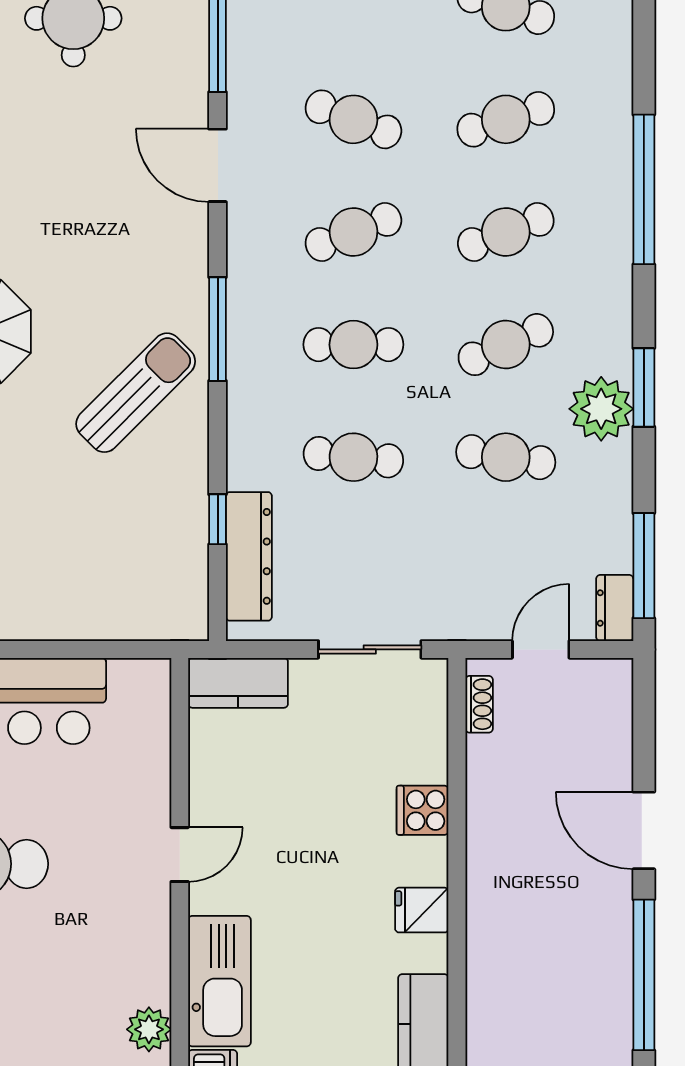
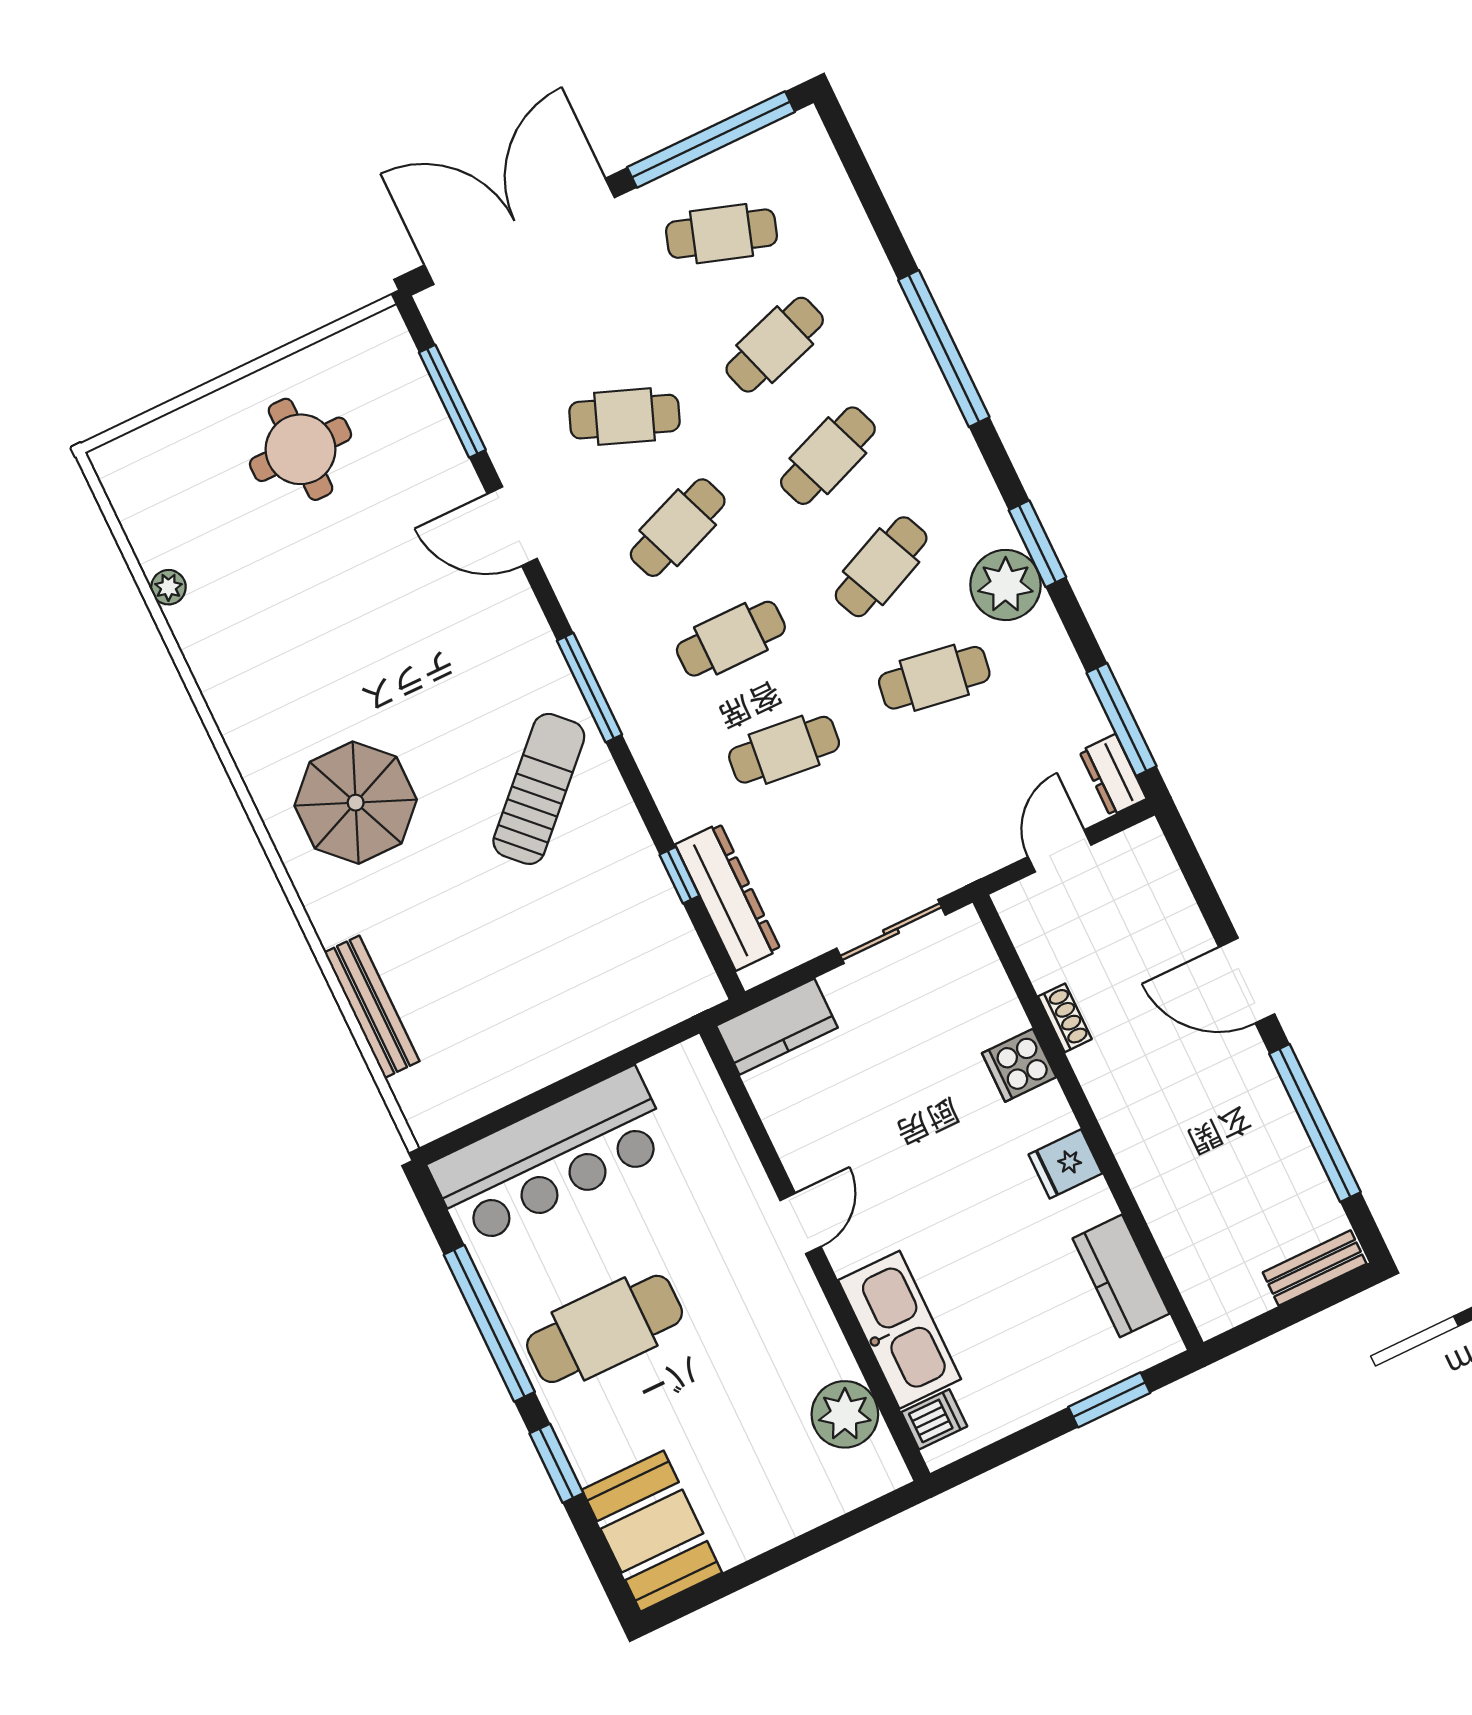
shoe rack: (479, 704) -> (1065, 1018), moved
plant: (149, 1029) -> (845, 1414), width x1.36, depth x1.36

